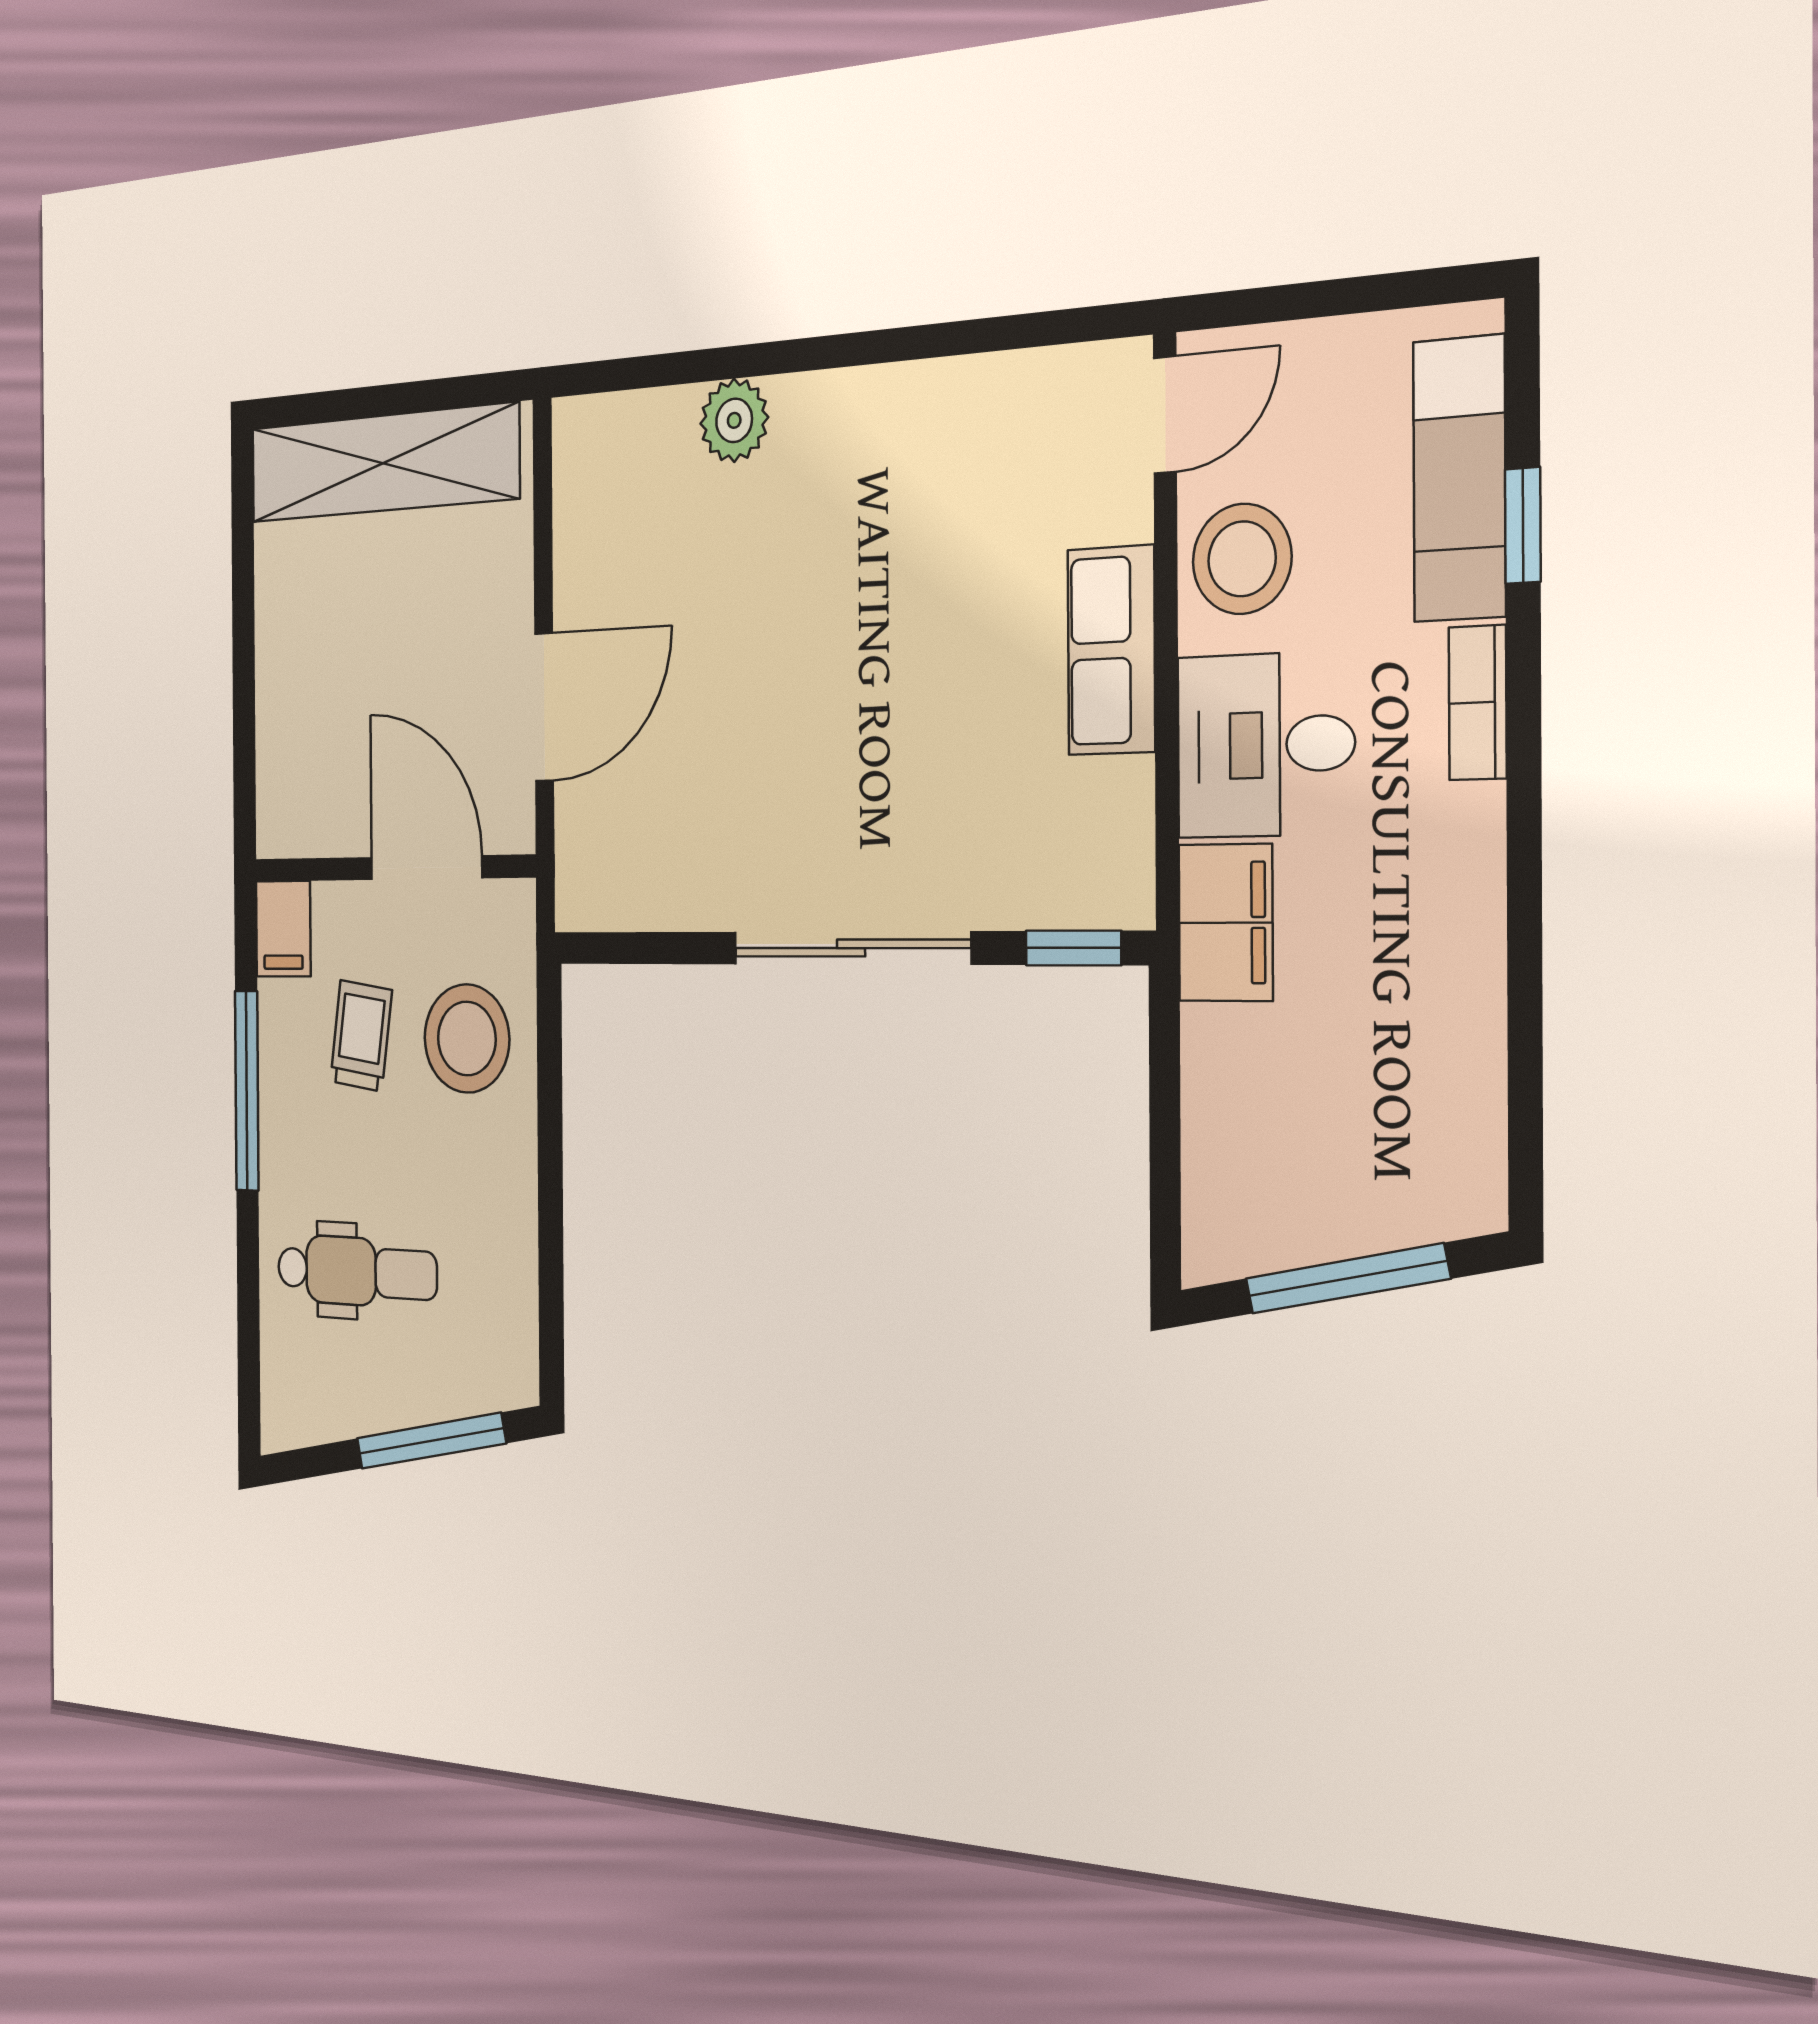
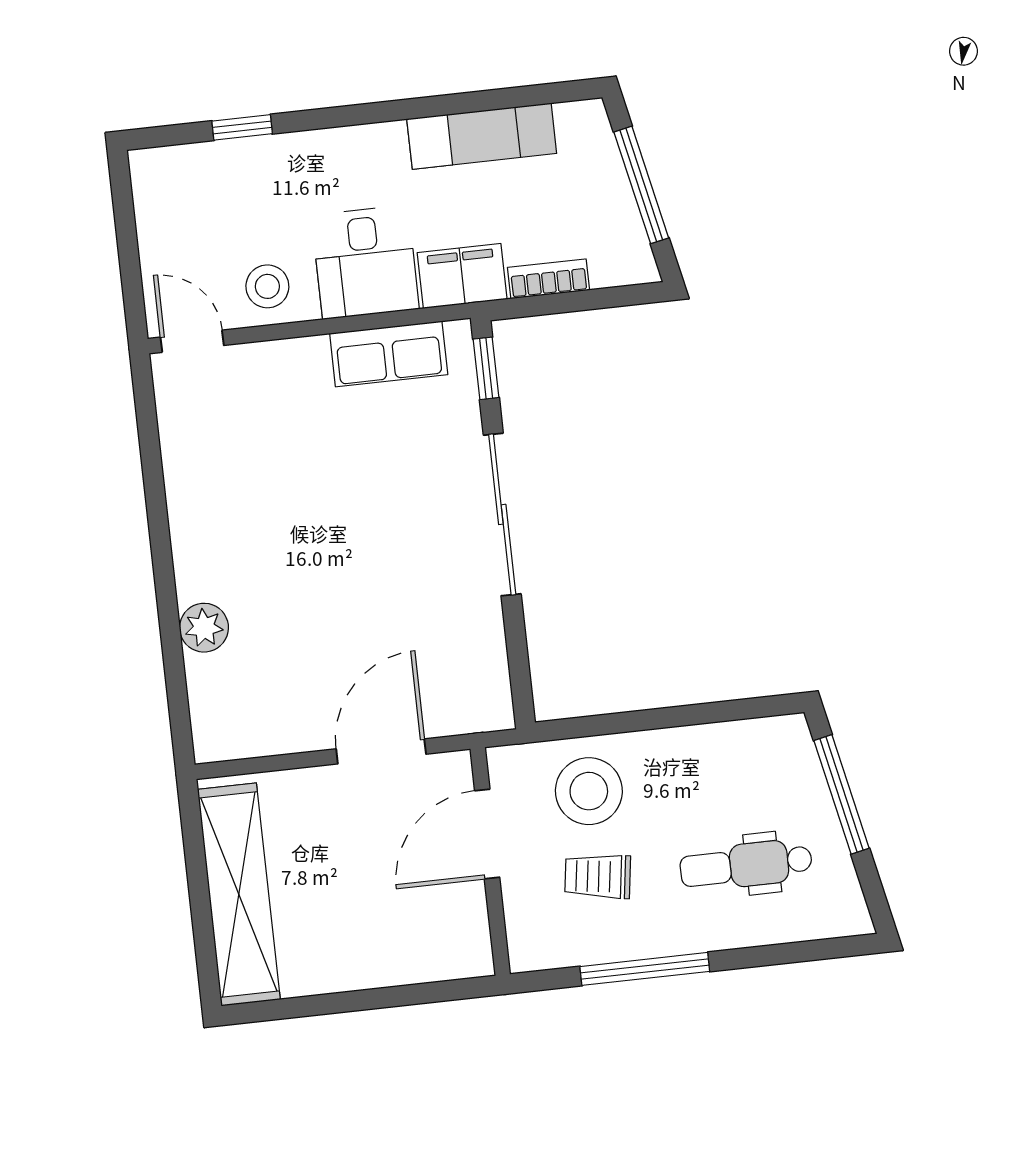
exam couch: (1459, 479) -> (482, 136), moved
stool: (1242, 559) -> (267, 286), width x0.73, depth x0.73
row of seats: (1111, 650) -> (389, 354), moved
bookcase: (1478, 703) -> (548, 279), moved, turned 180
door: (544, 707) -> (381, 751), hinge flipped
filing cabinet: (283, 929) -> (538, 948), removed
dental chair: (357, 1271) -> (746, 865), turned -90

